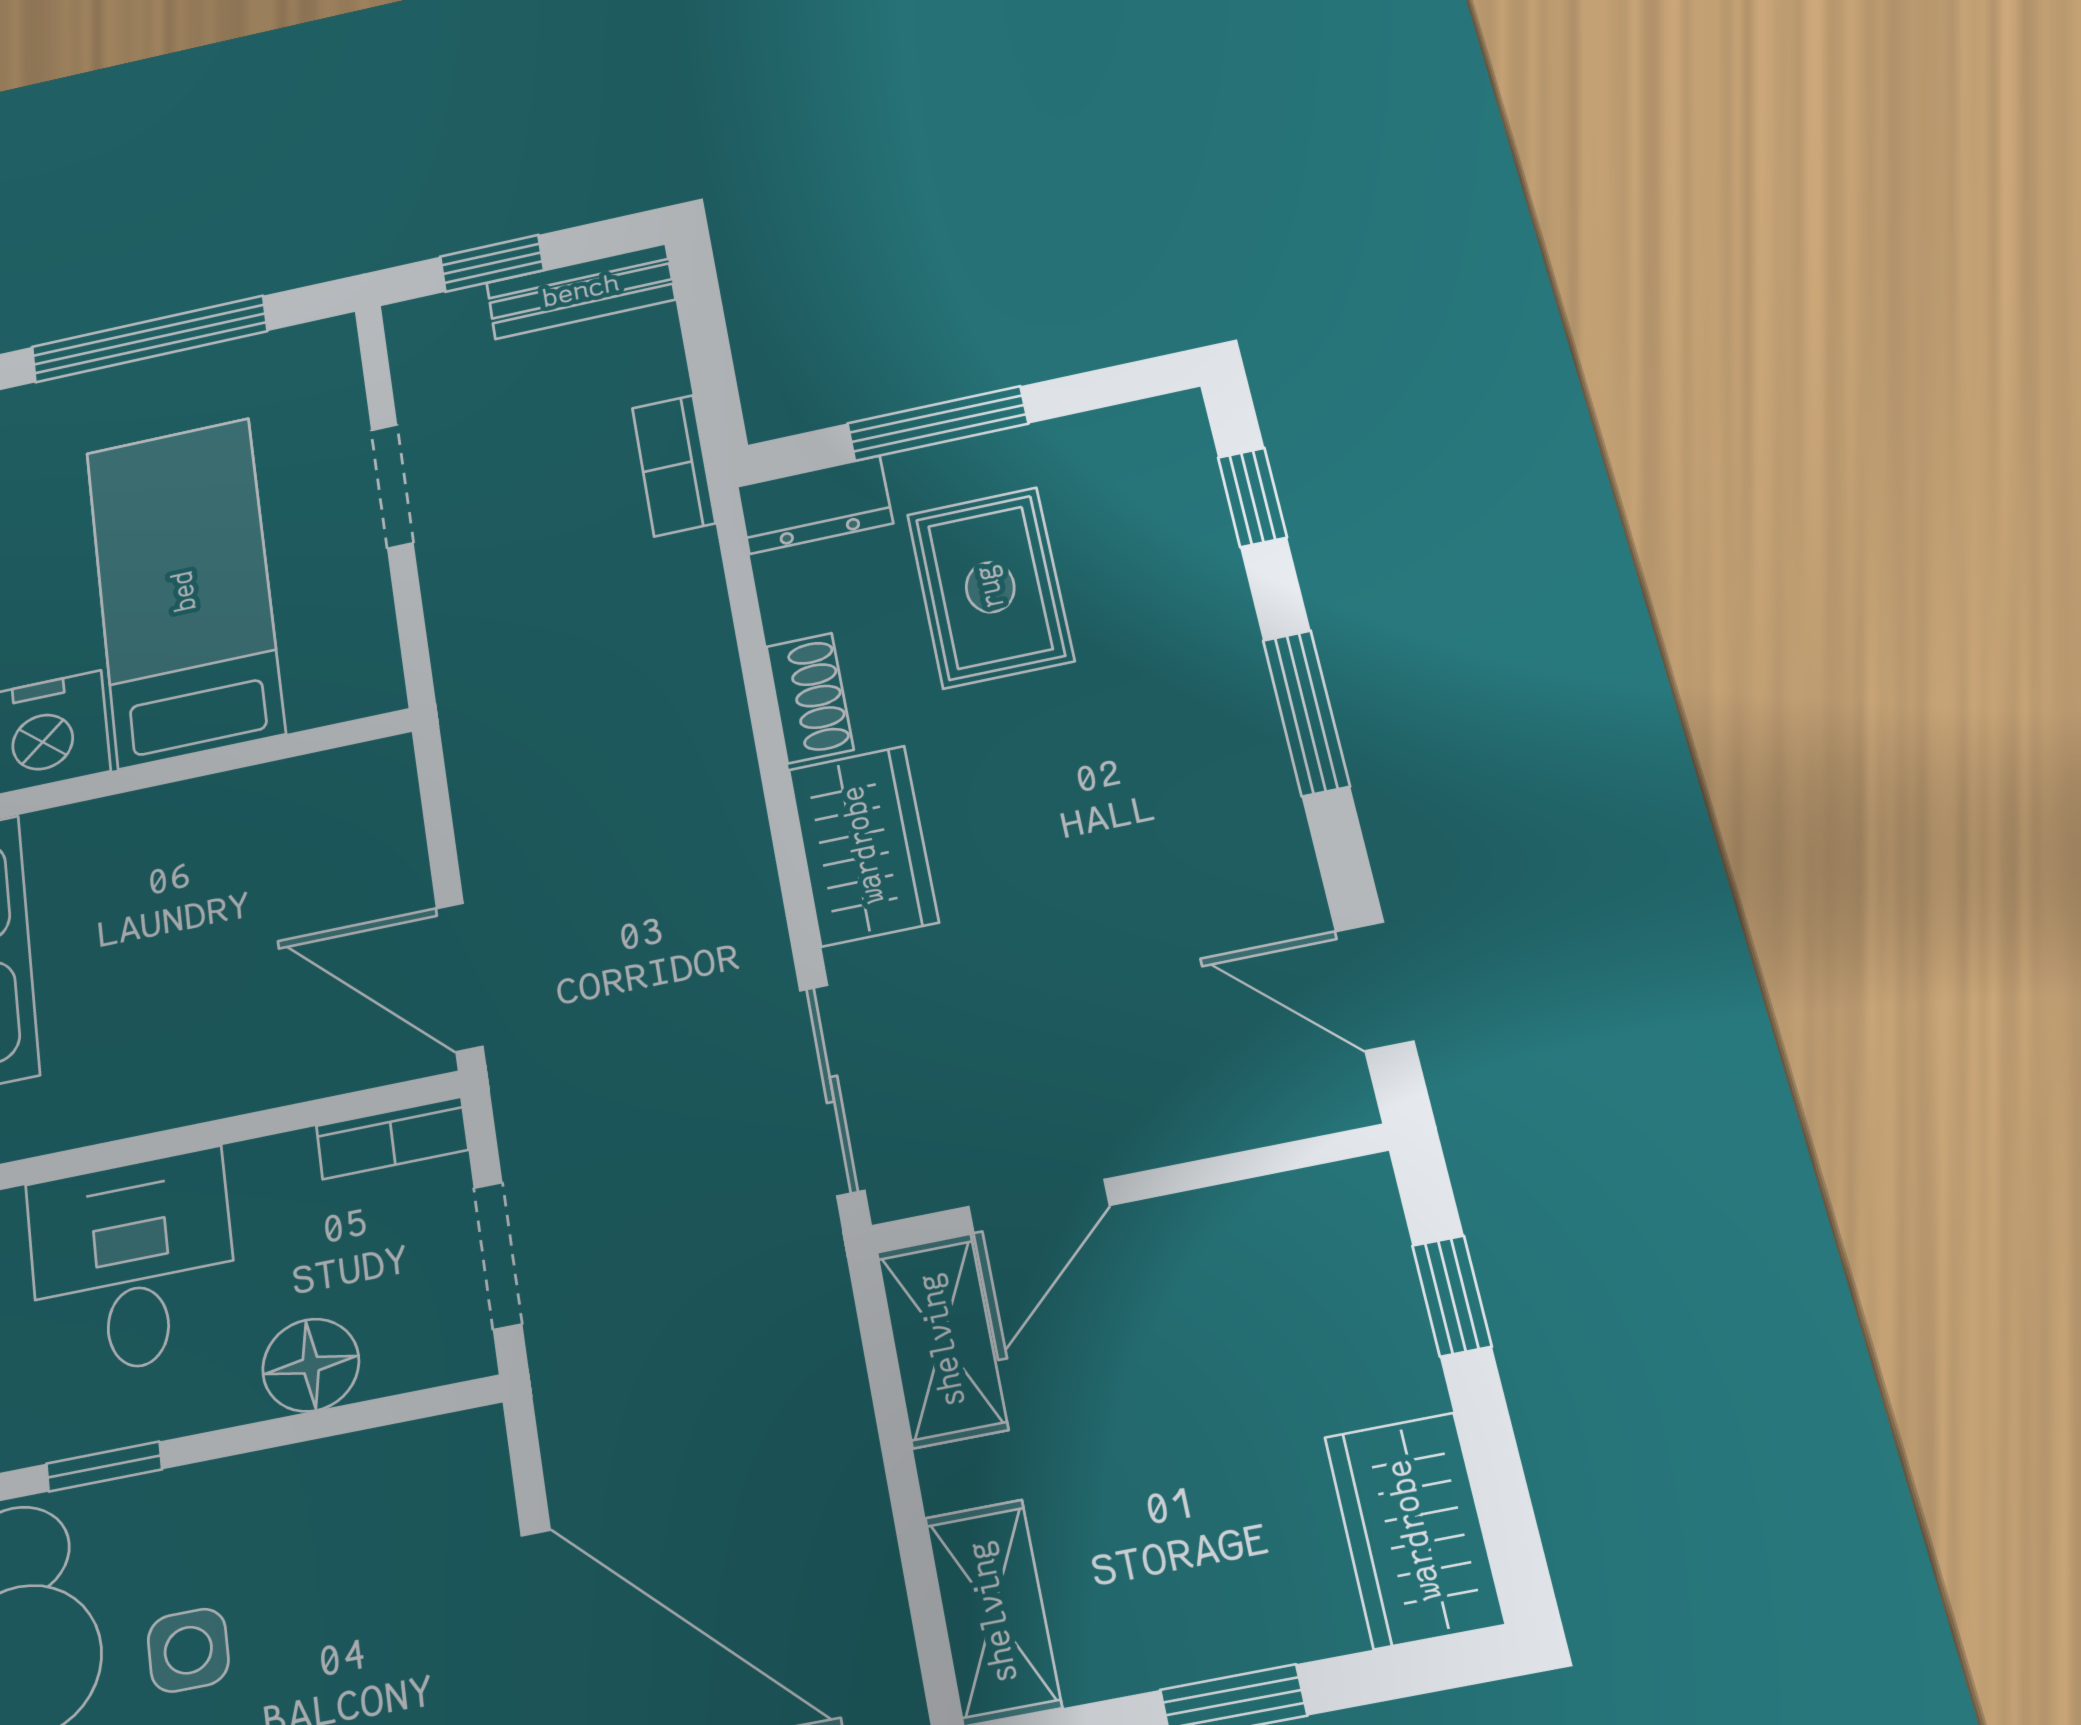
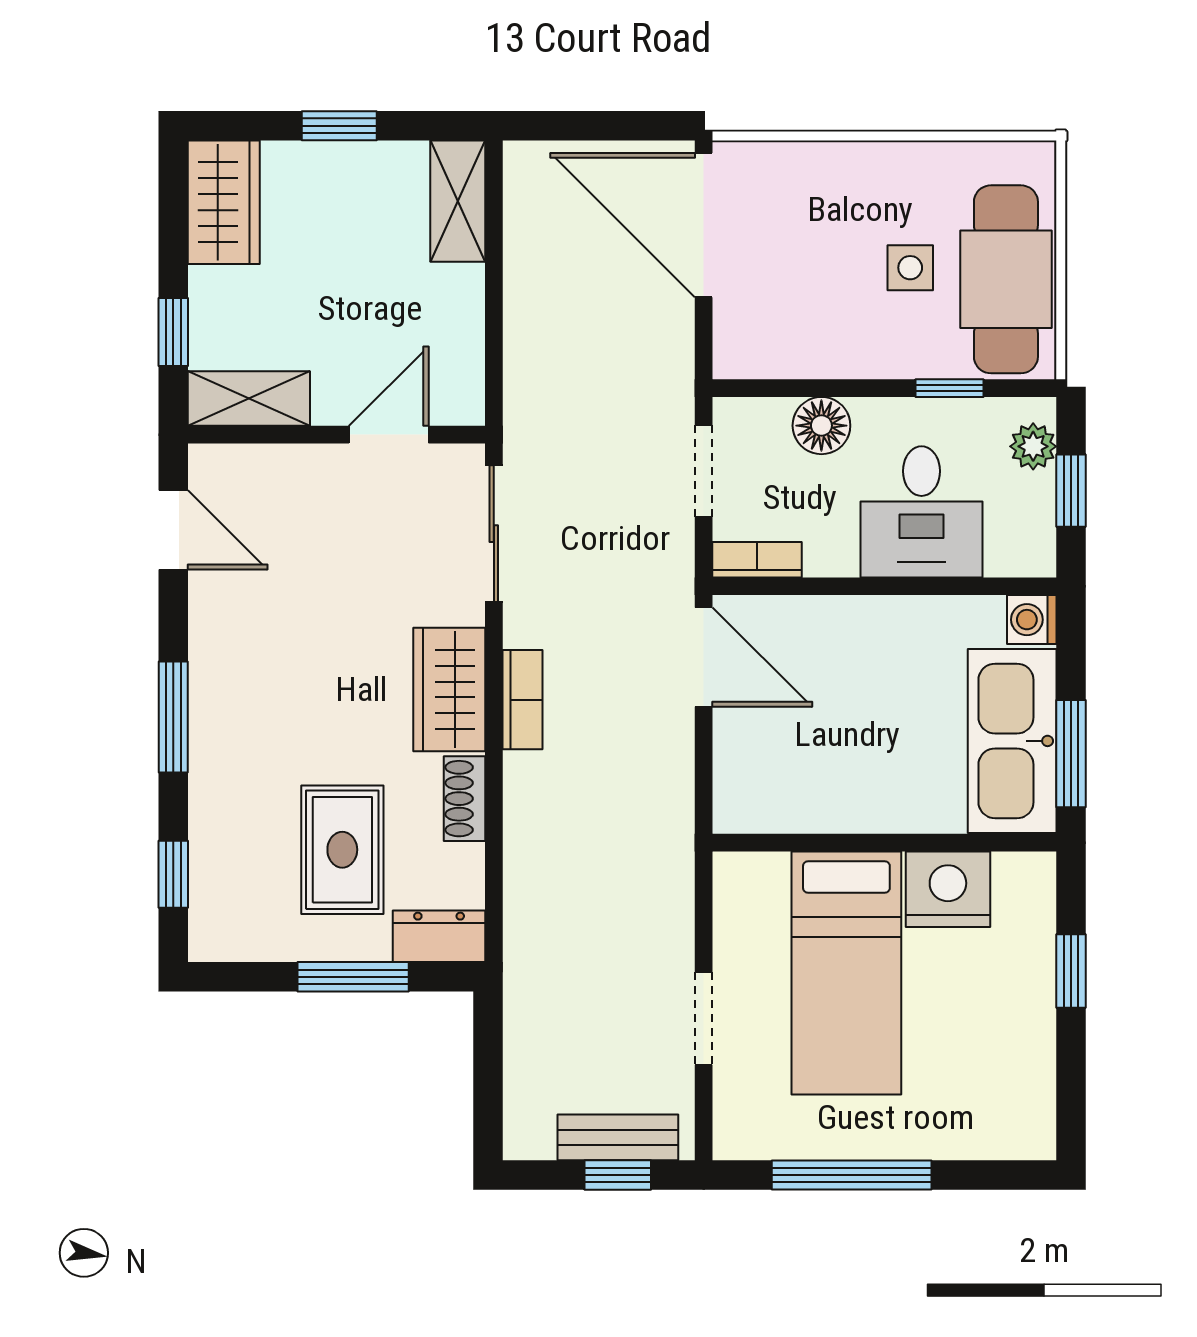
bench: (581, 291) -> (618, 1137), moved
bookcase: (674, 465) -> (523, 700), moved
shelving: (942, 1340) -> (249, 398), moved, turned 90

